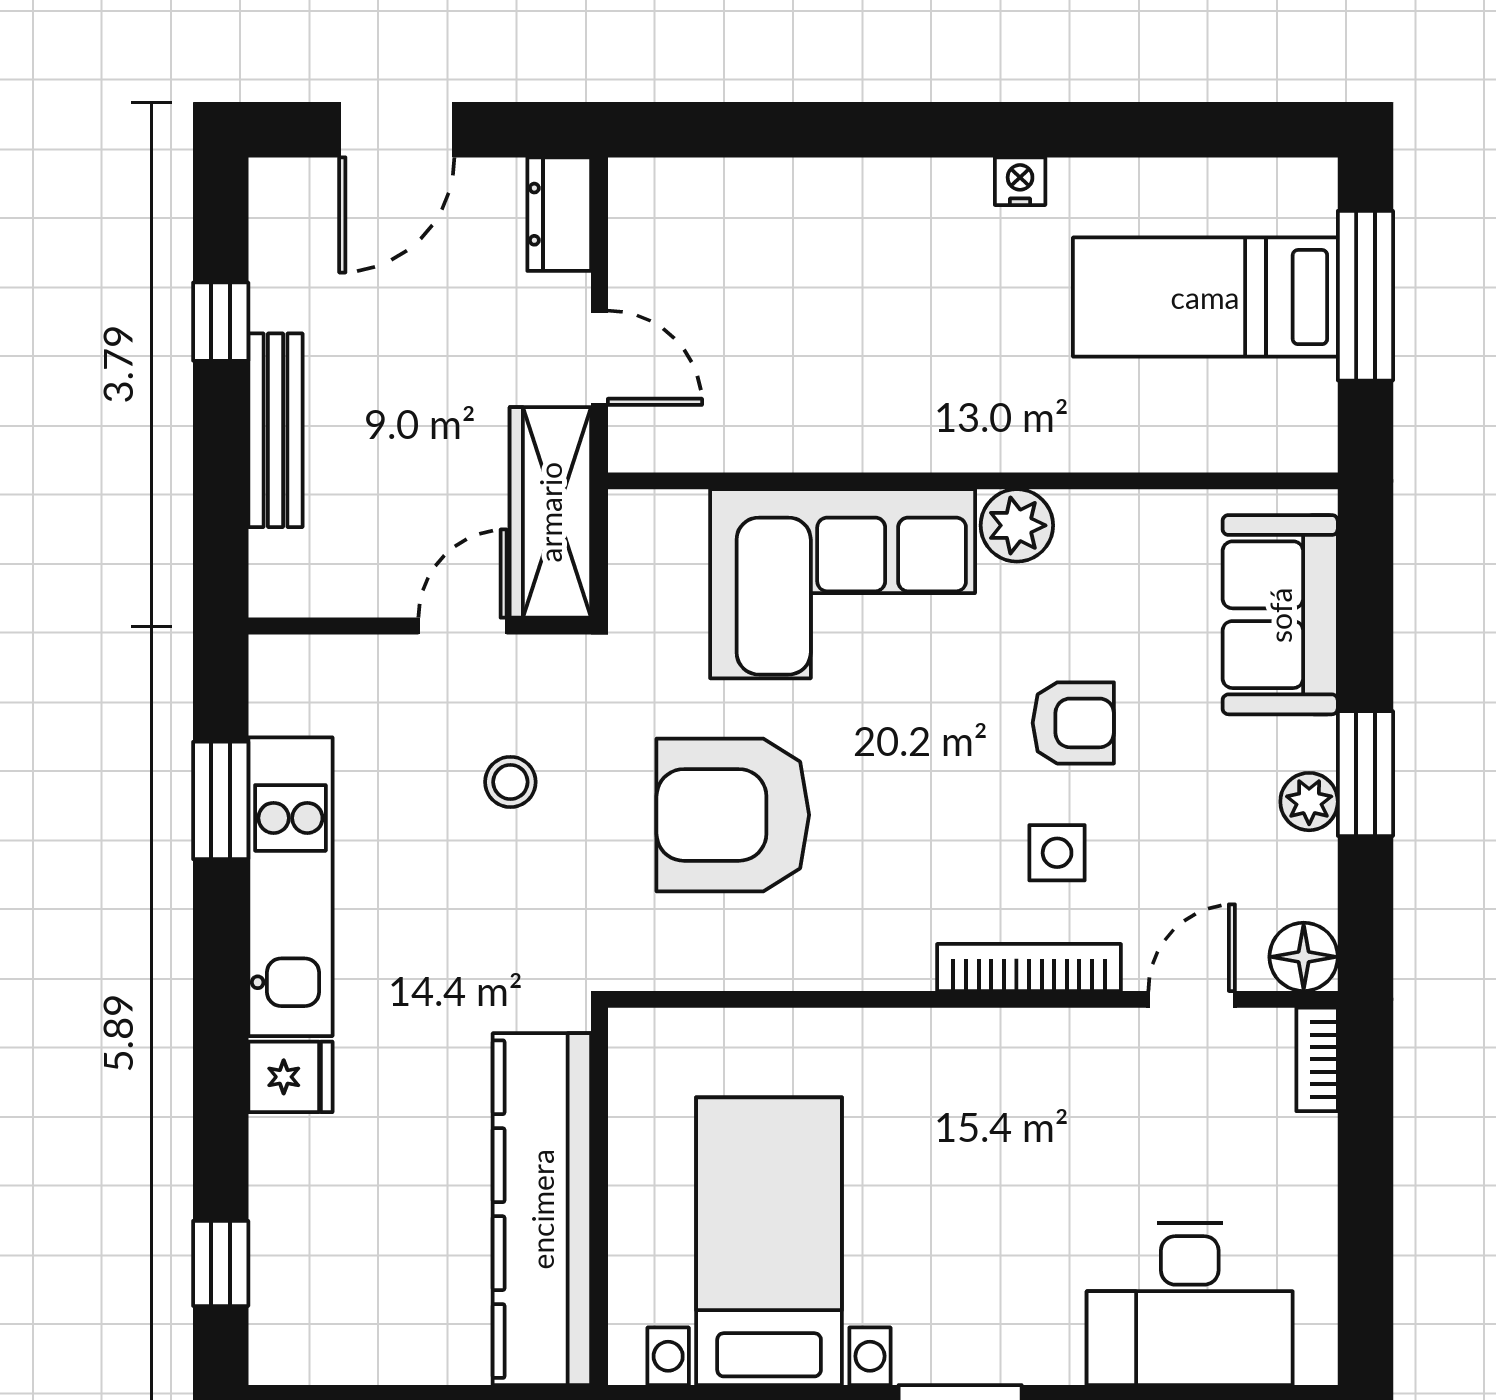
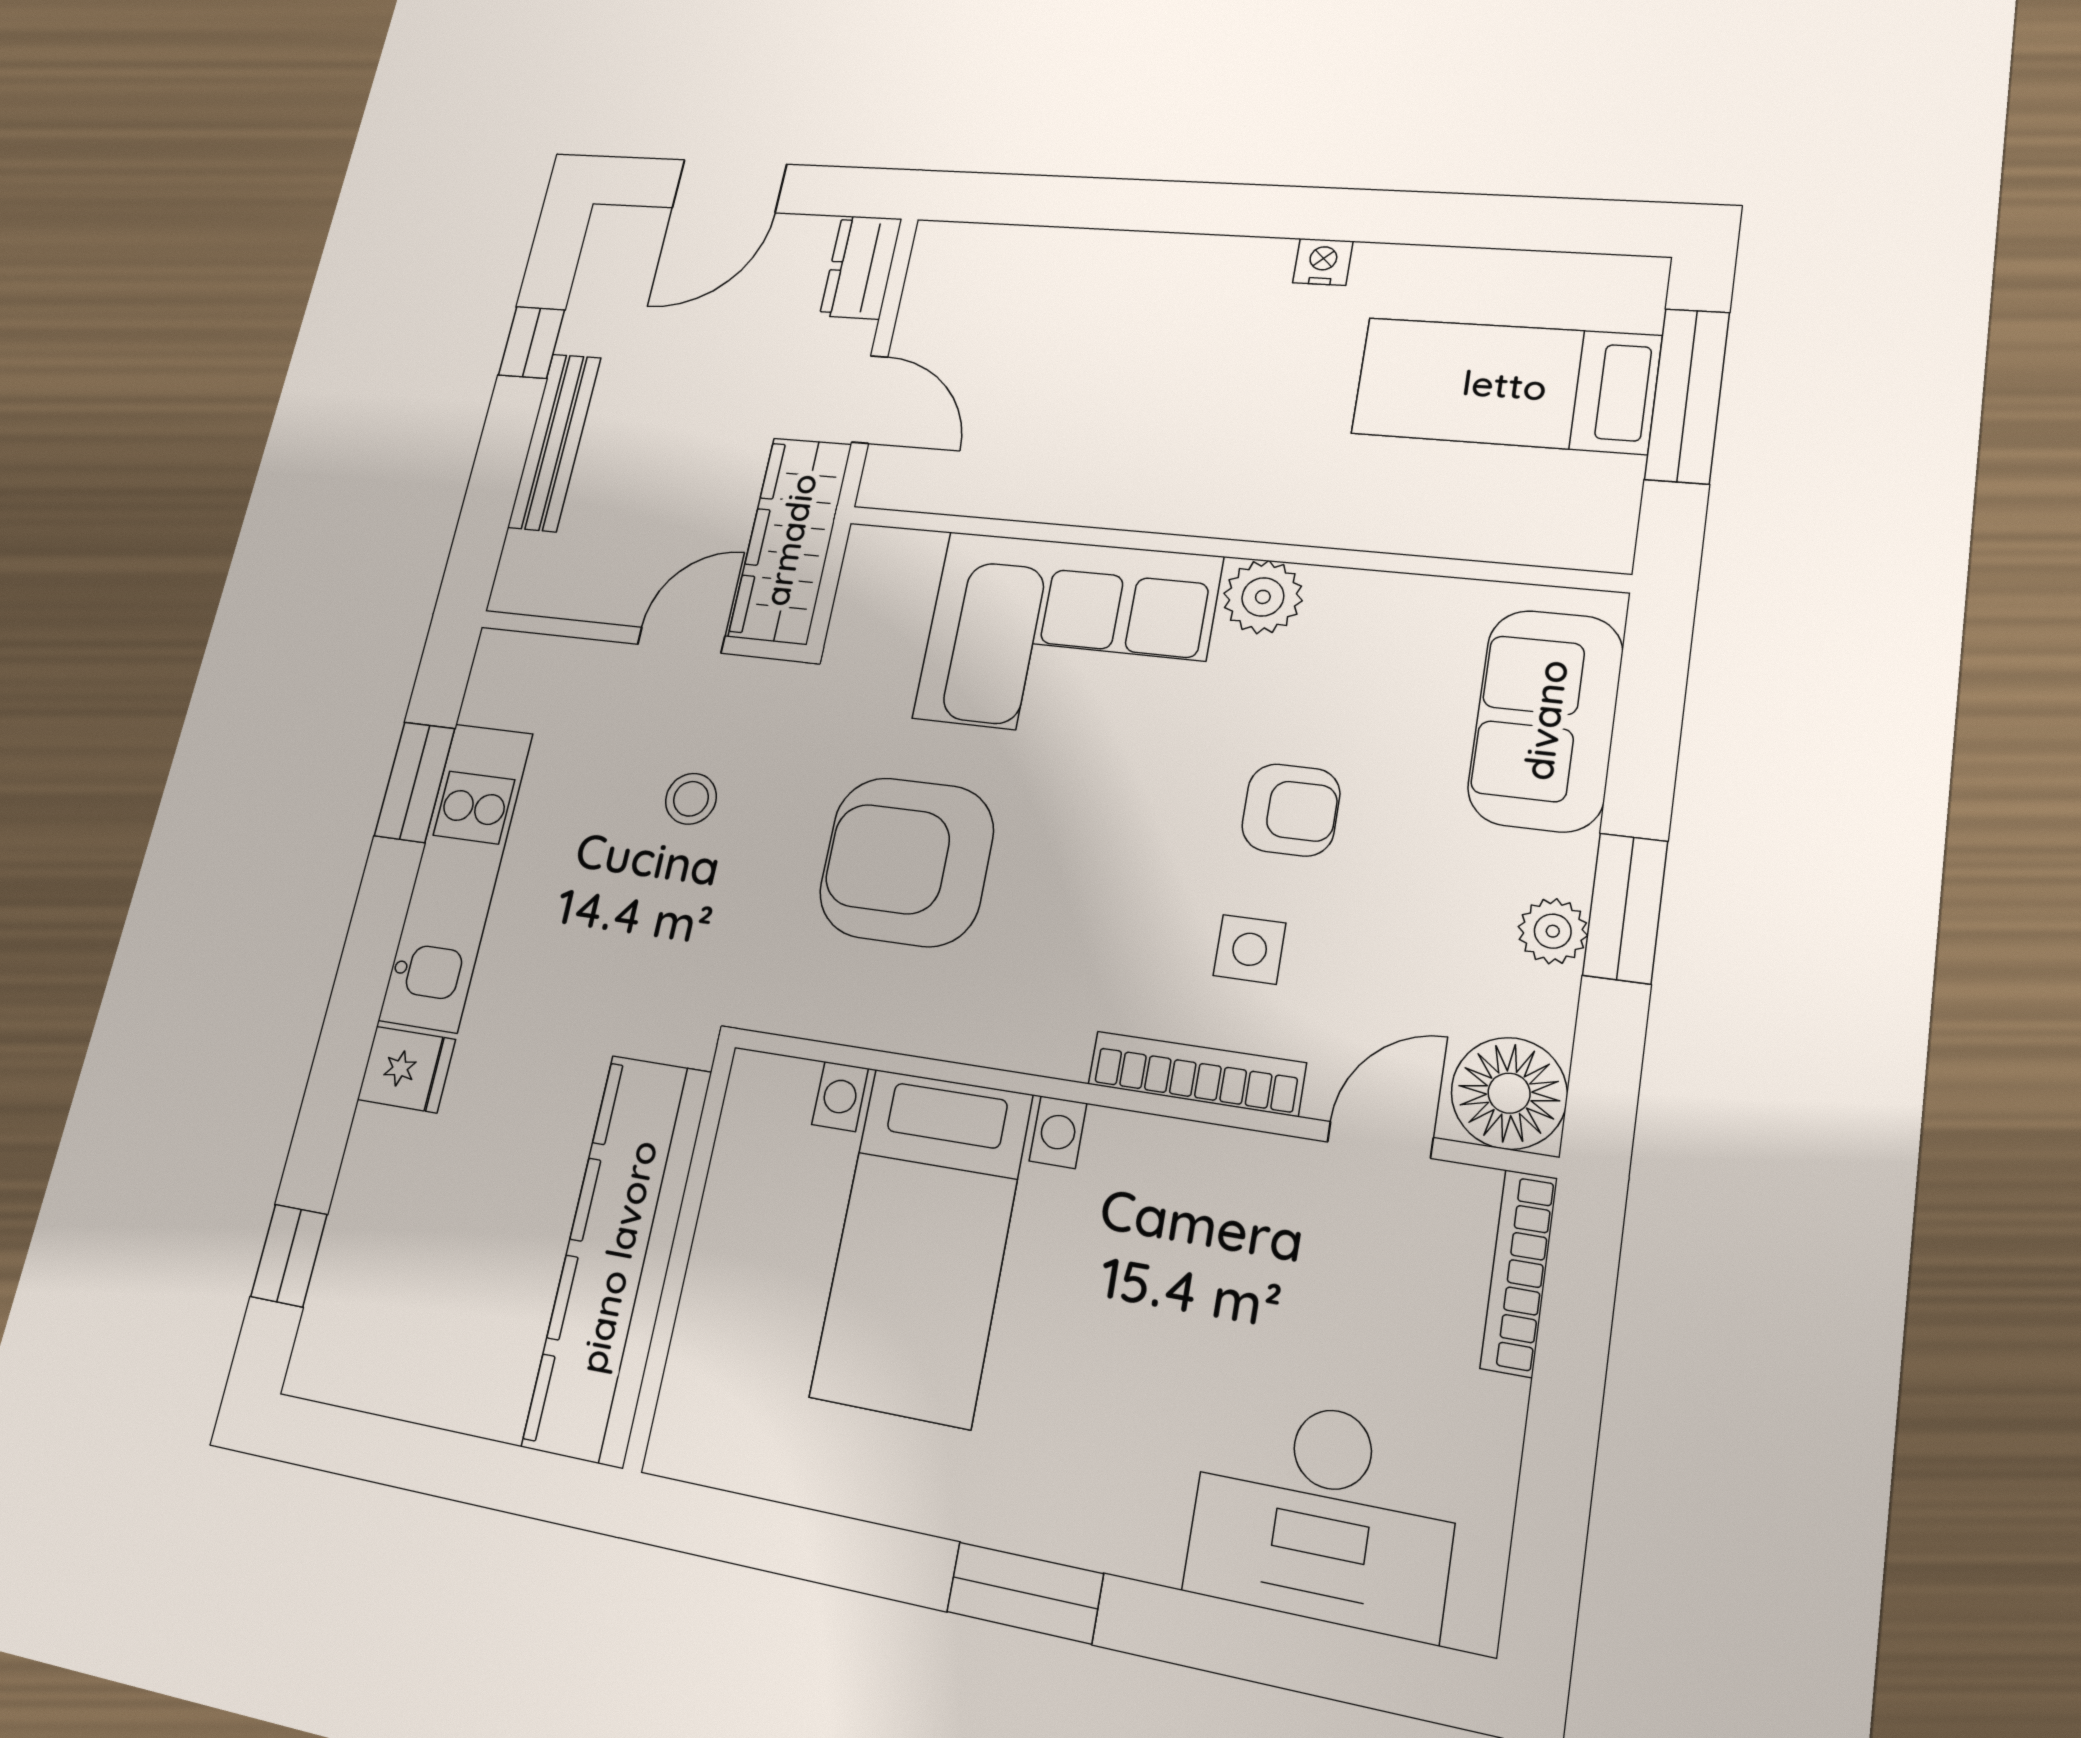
floor lamp: (1304, 957) -> (1509, 1093), width x1.38, depth x1.38
bookcase: (1317, 1059) -> (1519, 1273), width x1.56
bed with nightstands: (769, 1241) -> (922, 1245), moved, turned 180

